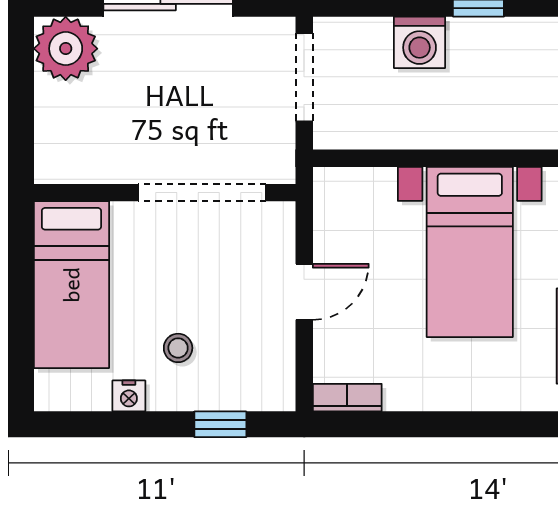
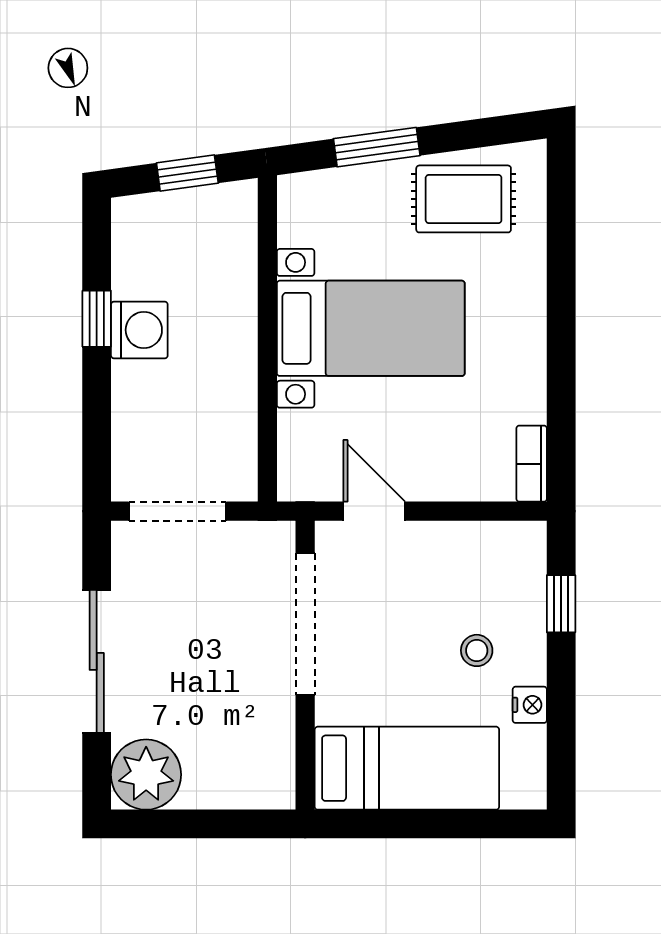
washing machine: (420, 42) -> (139, 330), moved
door: (304, 292) -> (374, 511), moved

